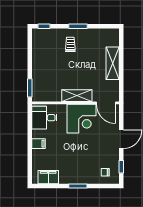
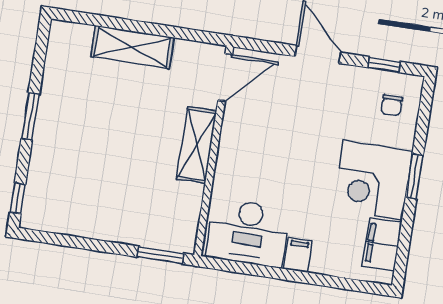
trolley: (70, 44) -> (71, 142), removed
desk: (44, 118) -> (248, 233), width x1.37
corner desk: (81, 119) -> (373, 180), moved, turned 180

